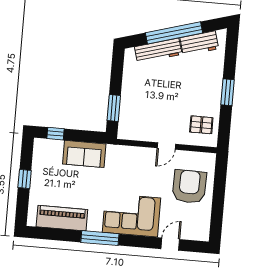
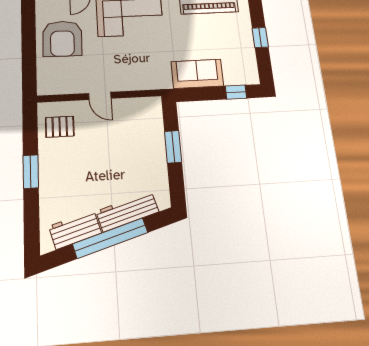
window: (114, 108) -> (173, 147), moved
door: (166, 146) -> (100, 96), swing flipped
armchair: (189, 186) -> (62, 39), moved

